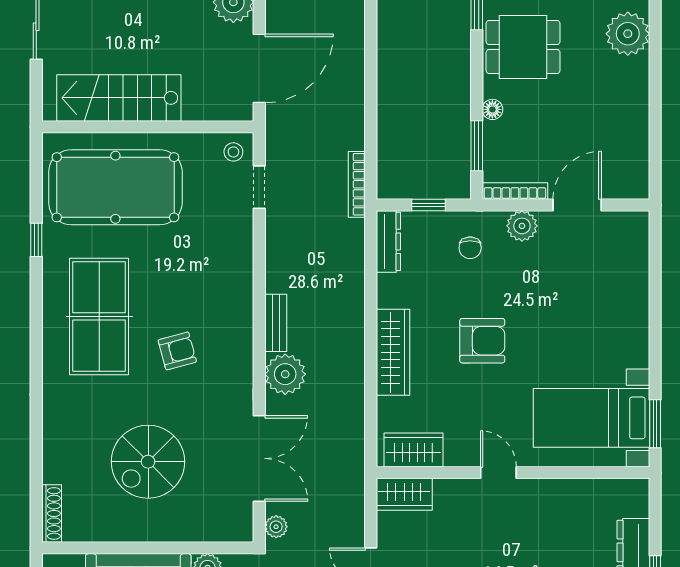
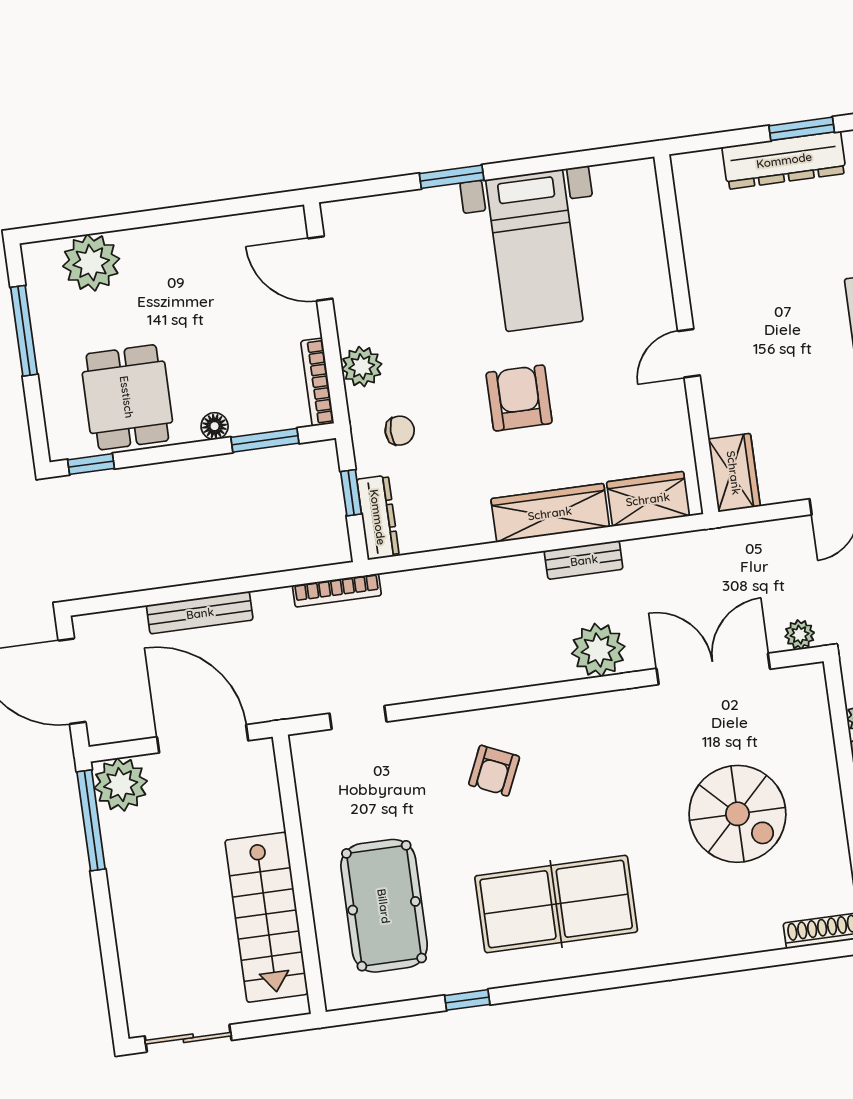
bench: (354, 79) -> (200, 613), added
stool: (233, 152) -> (317, 758), removed
pool table: (115, 187) -> (384, 906), width x0.73, depth x0.76
door: (577, 205) -> (320, 268), moved
dresser: (388, 241) -> (378, 517), moved, turned 90
bench: (276, 323) -> (584, 560), moved
armchair: (177, 351) -> (494, 771), moved, turned -141
bed with nightstands: (591, 418) -> (534, 250), moved
window: (655, 424) -> (452, 177), moved
wardrobe: (413, 450) -> (648, 499), moved, turned 90

